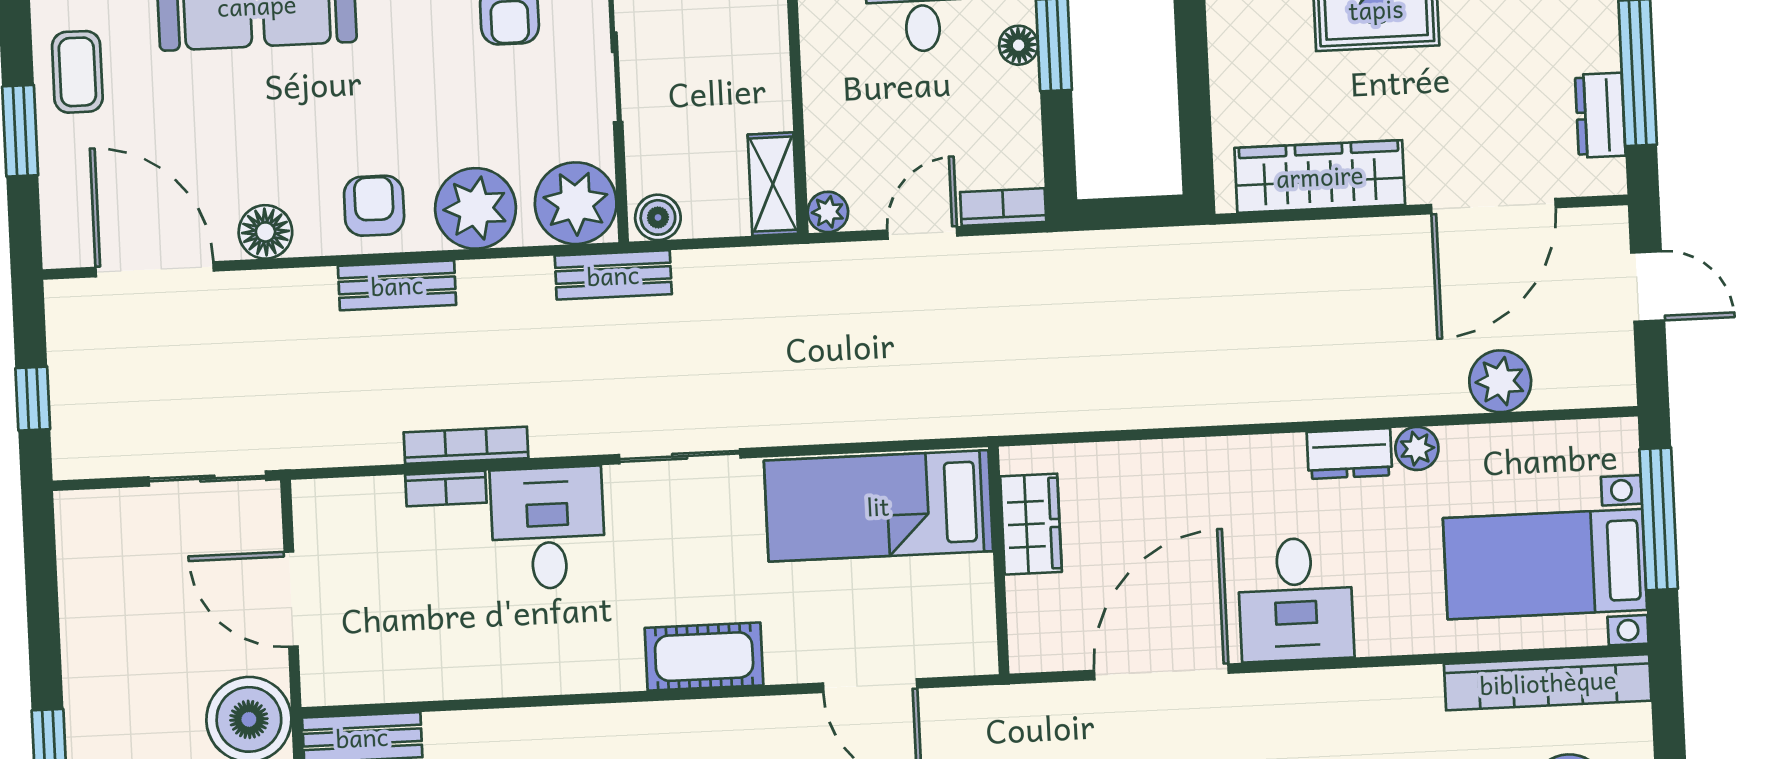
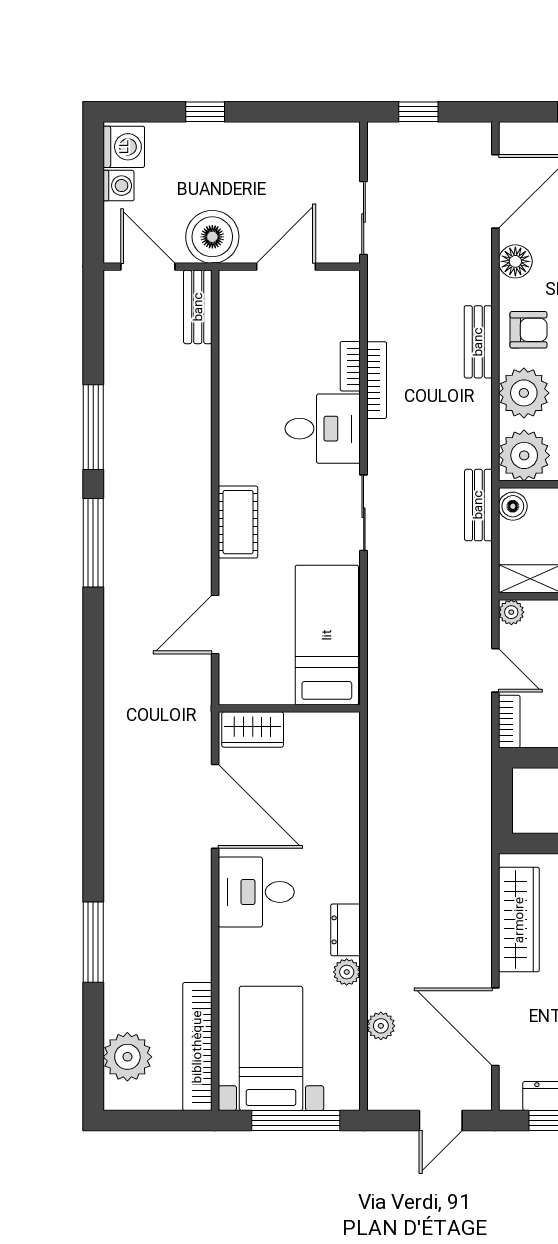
bench: (613, 275) -> (478, 505), moved
plant: (1500, 381) -> (381, 1026), width x0.73, depth x0.73
wardrobe: (1031, 524) -> (253, 729), moved

